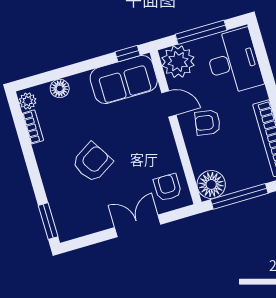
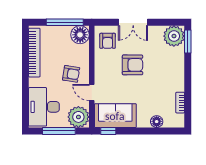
plant: (28, 101) -> (174, 36), moved, width x1.87, depth x1.87
armchair: (92, 162) -> (133, 65), moved, turned -148

